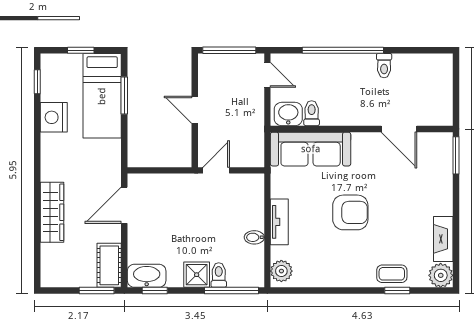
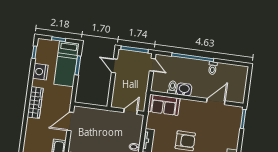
door: (195, 110) -> (114, 66), moved
washbasin: (288, 114) -> (184, 89), moved
door: (399, 129) -> (216, 101), swing flipped
sofa: (311, 149) -> (164, 105), width x0.73
door: (216, 170) -> (131, 111), moved
wardrobe: (52, 212) -> (35, 103), moved

